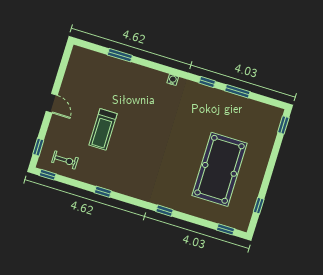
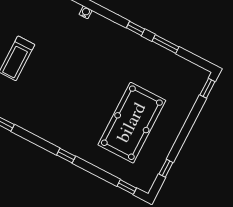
water cooler: (173, 80) -> (86, 12), moved

